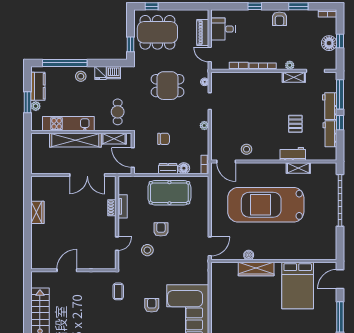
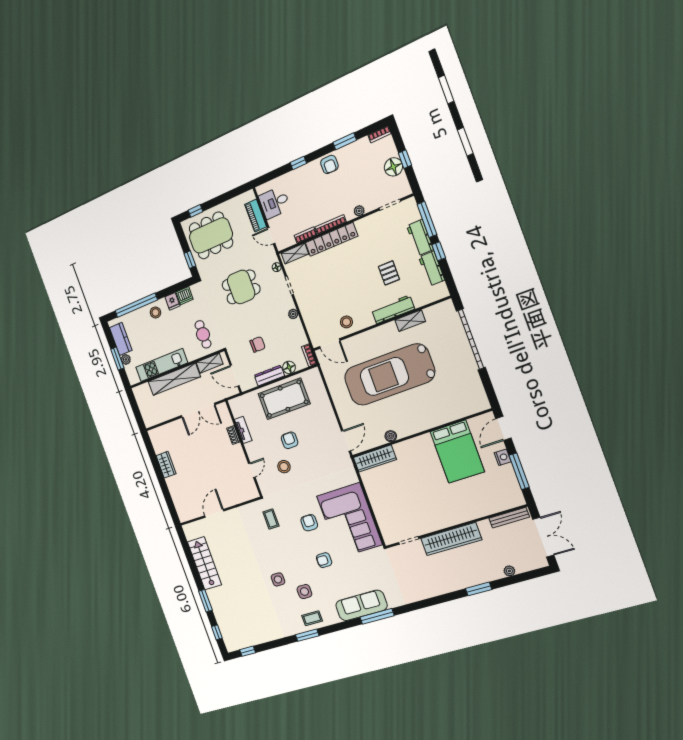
shelving: (294, 77) -> (295, 254), moved
locker: (259, 78) -> (331, 239), added
workbench: (293, 154) -> (393, 309), width x1.38
dresser: (168, 169) -> (269, 376), width x1.44
wardrobe: (256, 269) -> (375, 459), moved
nightstand: (331, 302) -> (503, 457), added

